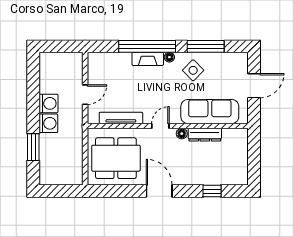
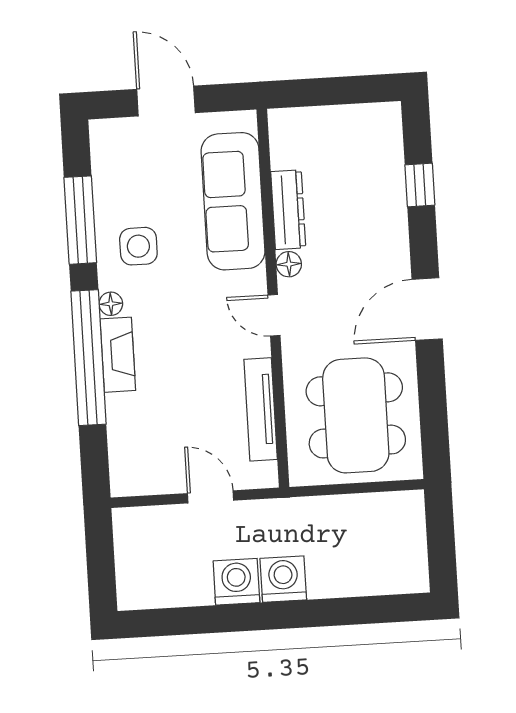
side table: (193, 70) -> (138, 246), turned 45
window: (33, 147) -> (341, 612), removed

